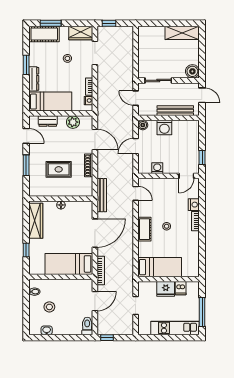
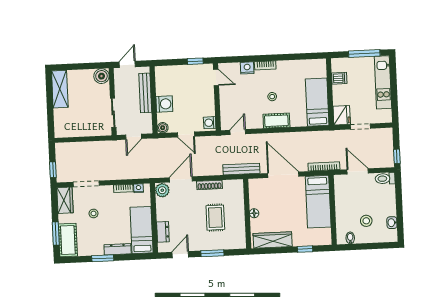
plant: (73, 122) -> (162, 190), moved
washing machine: (157, 168) -> (210, 123), moved
fridge: (166, 289) -> (342, 115), moved

